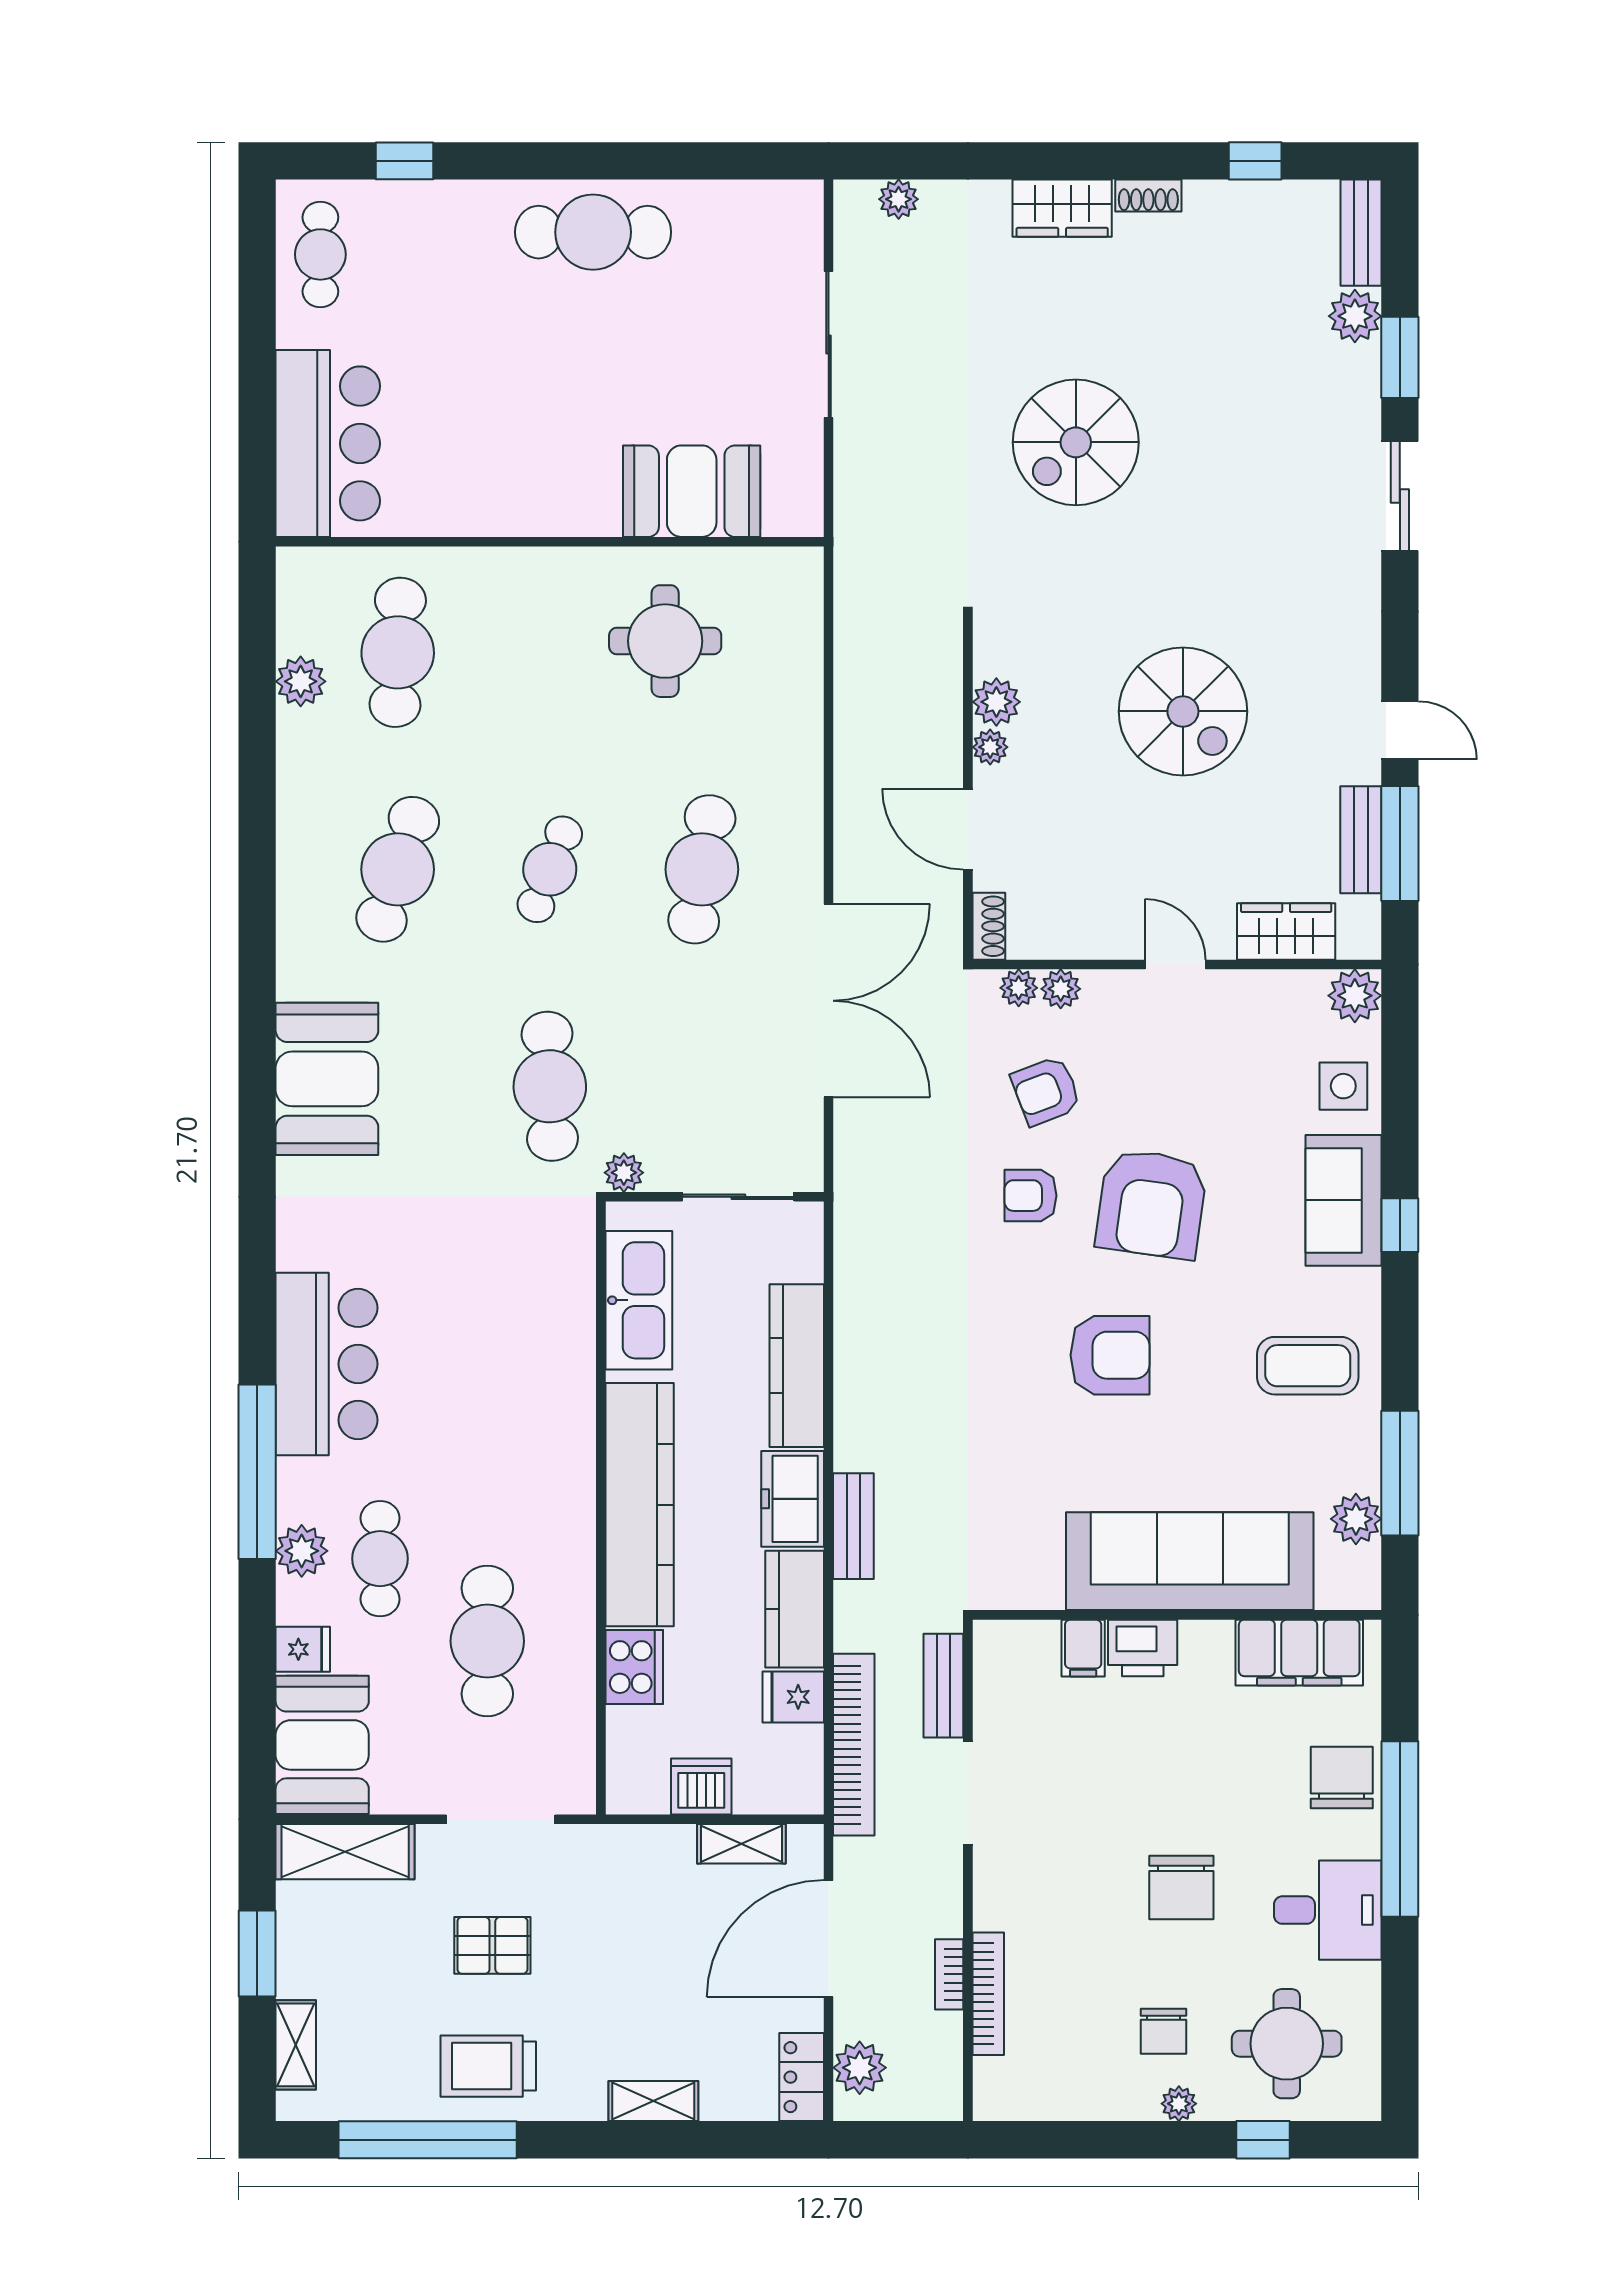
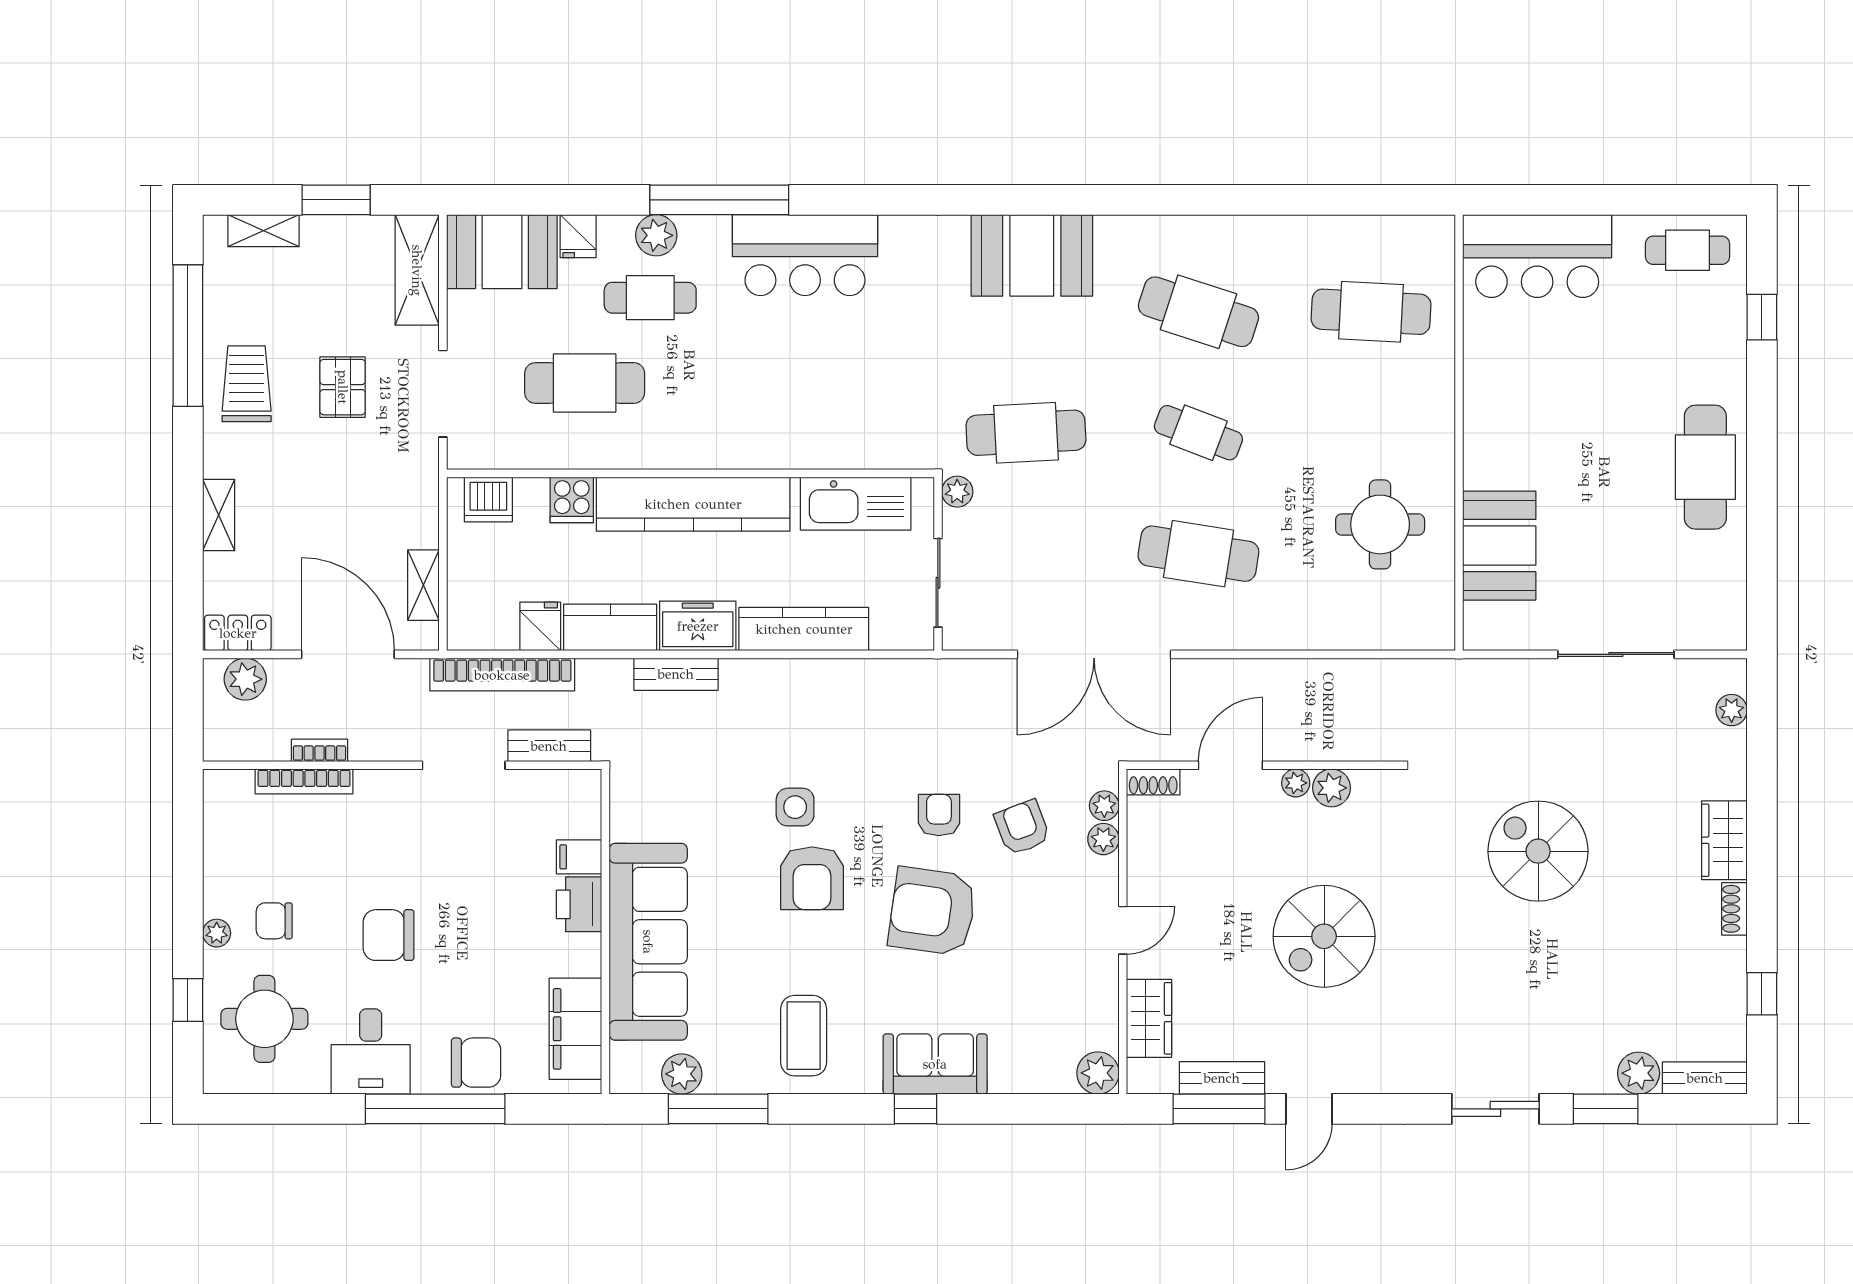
plant: (301, 681) -> (1348, 235), removed
side table: (1343, 1086) -> (795, 807), moved
cooker: (634, 1667) -> (572, 500), width x0.73
dishwasher: (701, 1786) -> (488, 499), moved, turned 90

